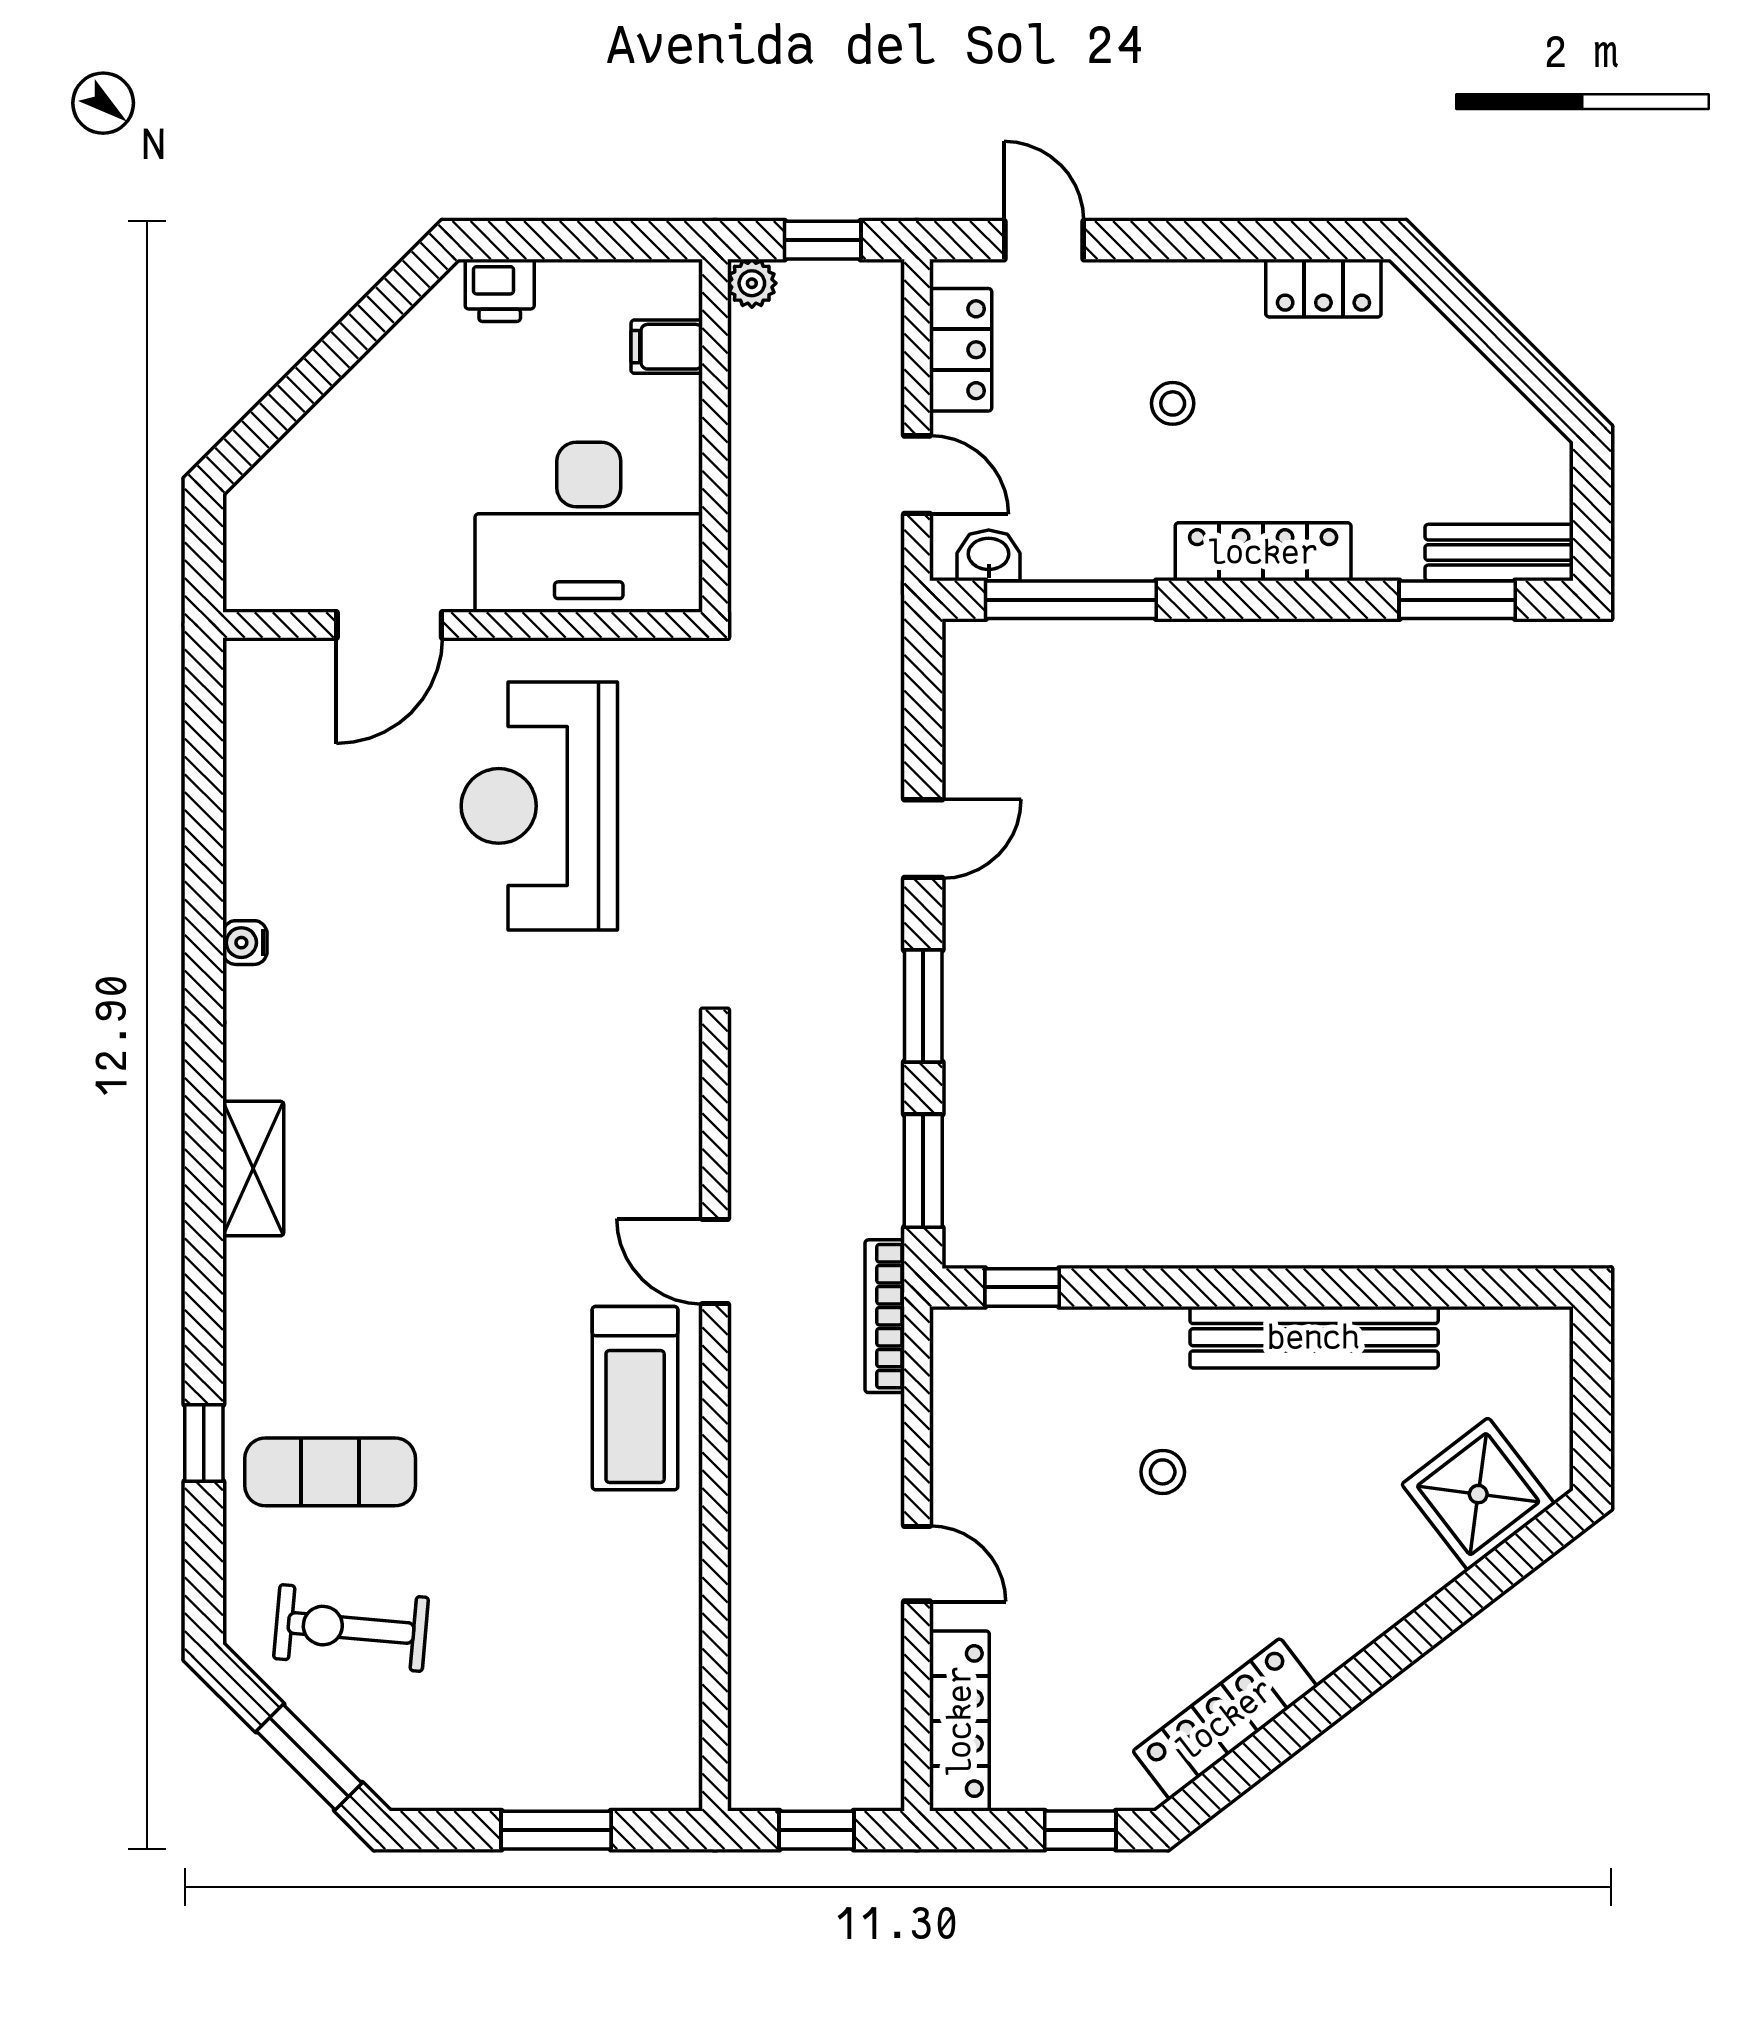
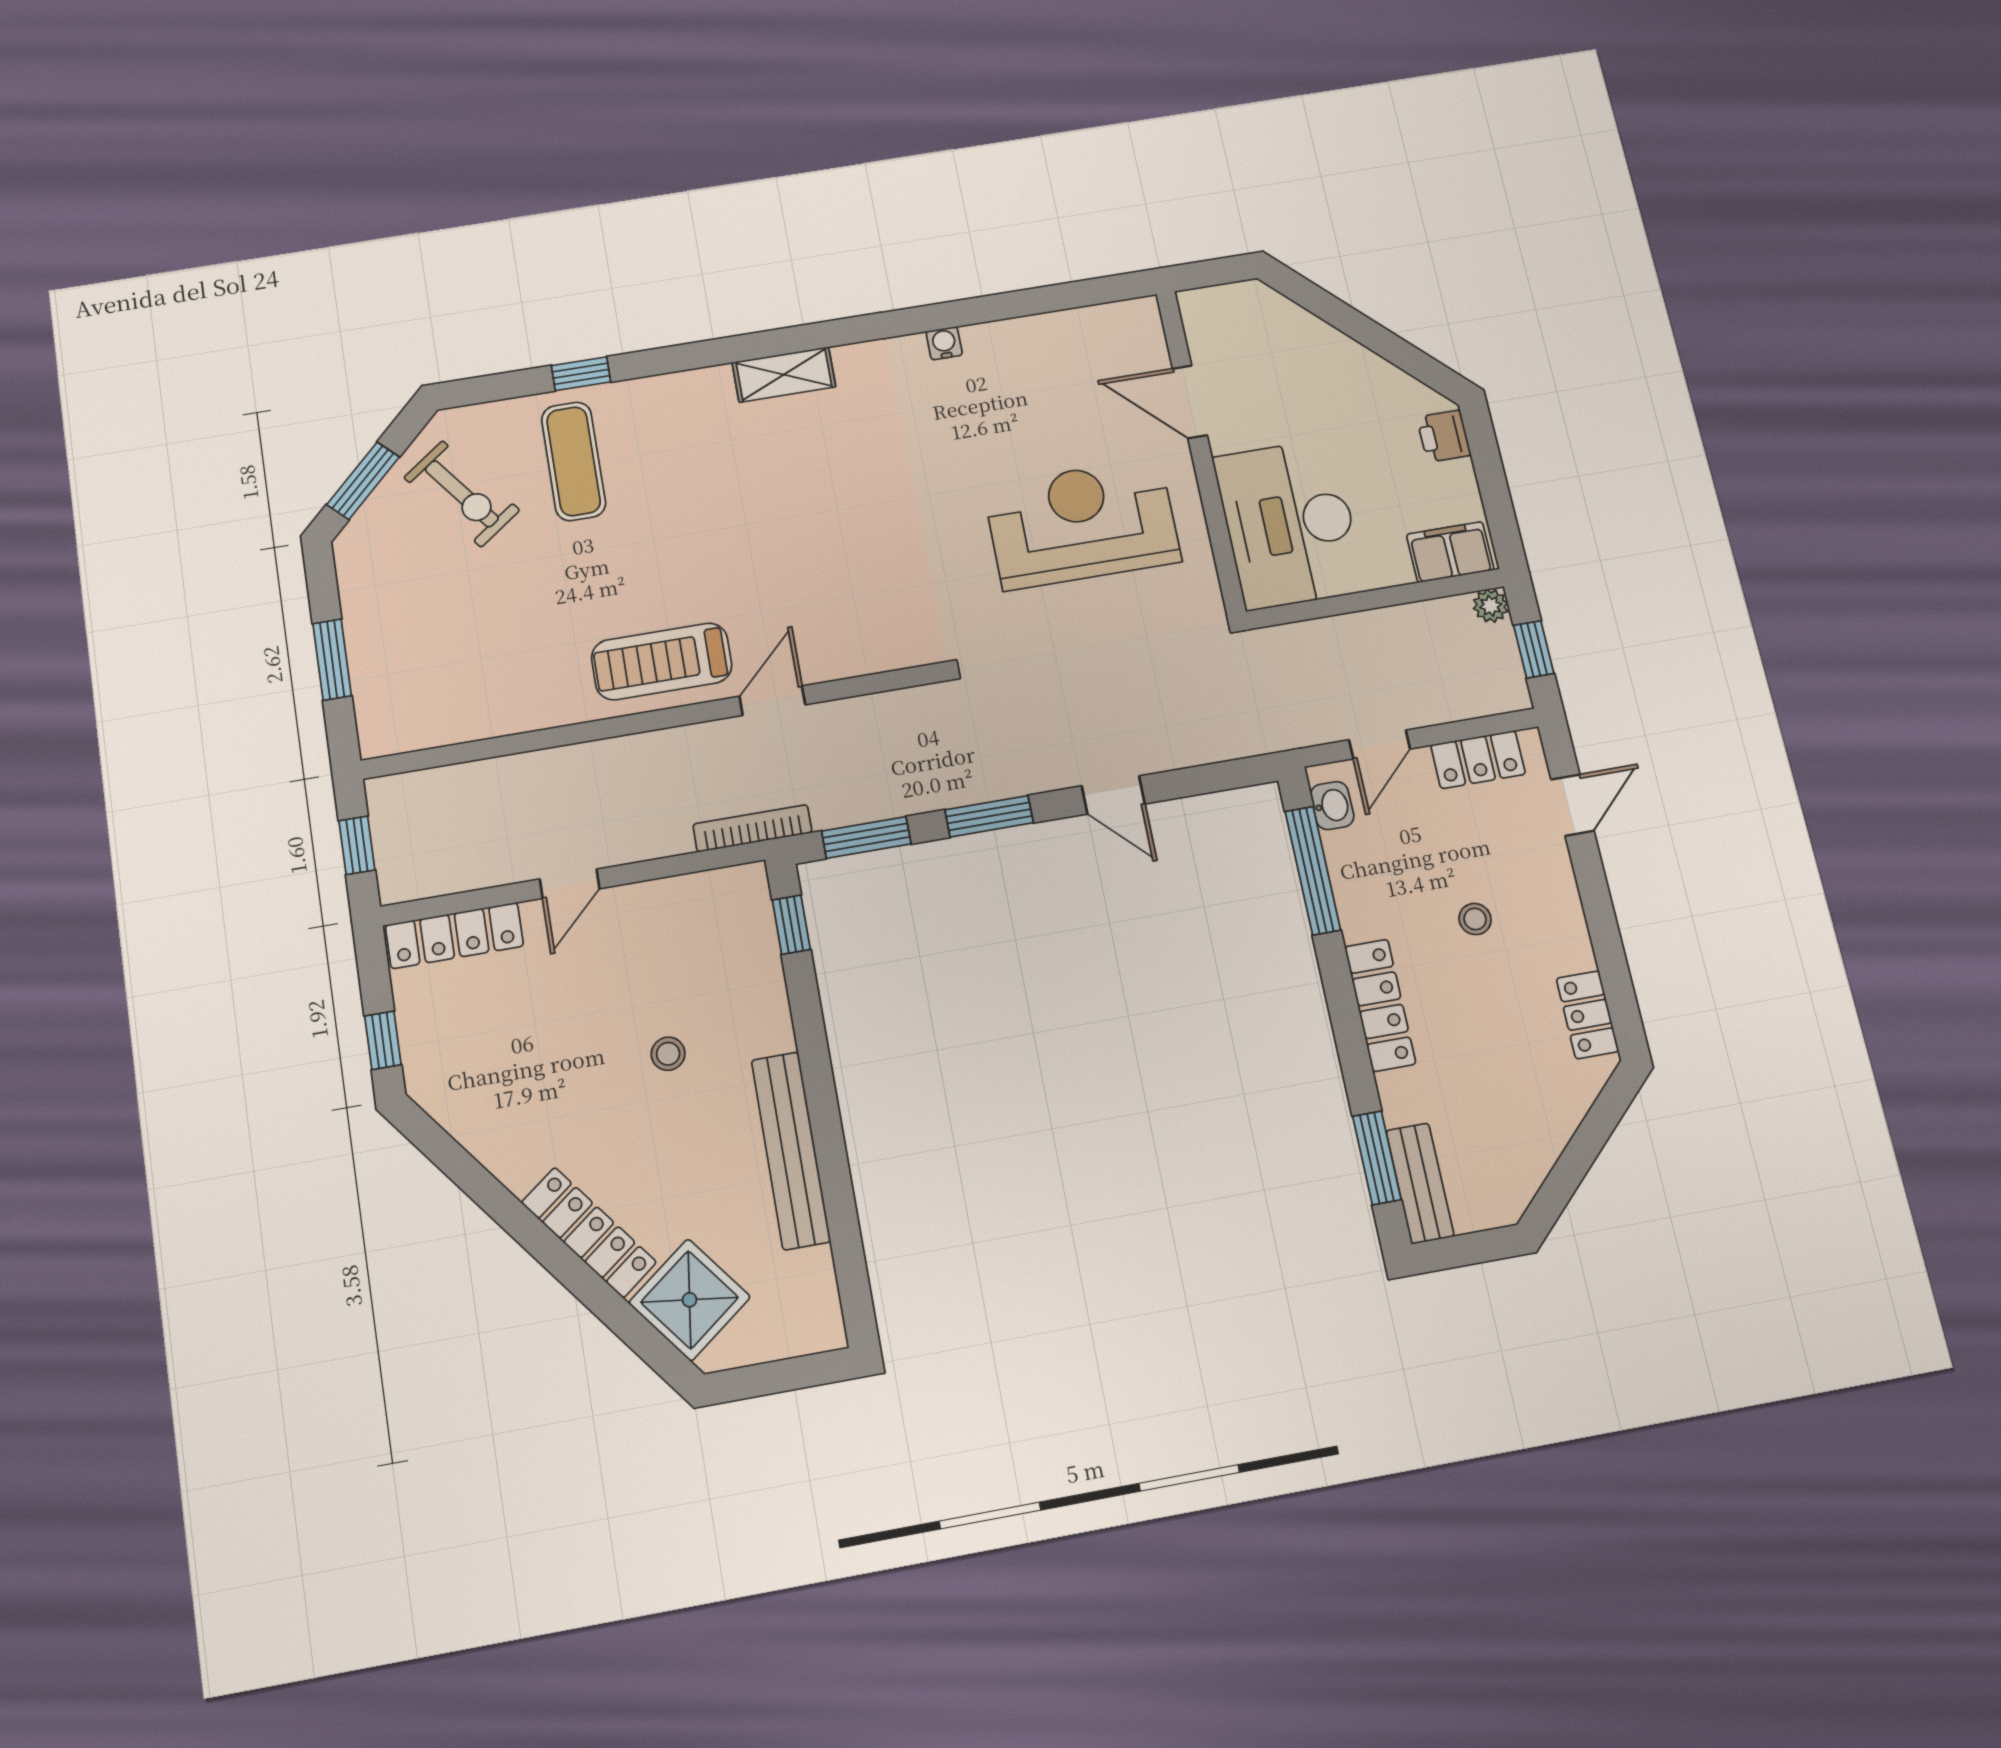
filing cabinet: (667, 347) -> (1450, 552), width x2.00
exercise bike: (351, 1628) -> (462, 494), turned 138
locker: (1225, 1719) -> (589, 1232), moved

